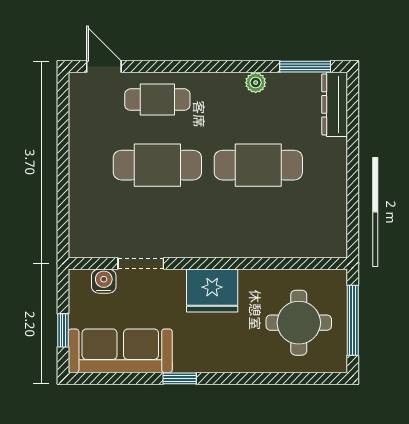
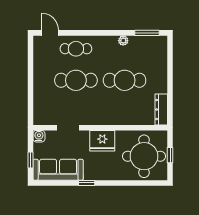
dresser: (335, 104) -> (161, 110), moved
water cooler: (104, 281) -> (39, 136), moved
window: (353, 320) -> (170, 155), width x0.46
round table: (299, 323) -> (144, 156), width x1.36, depth x1.36

